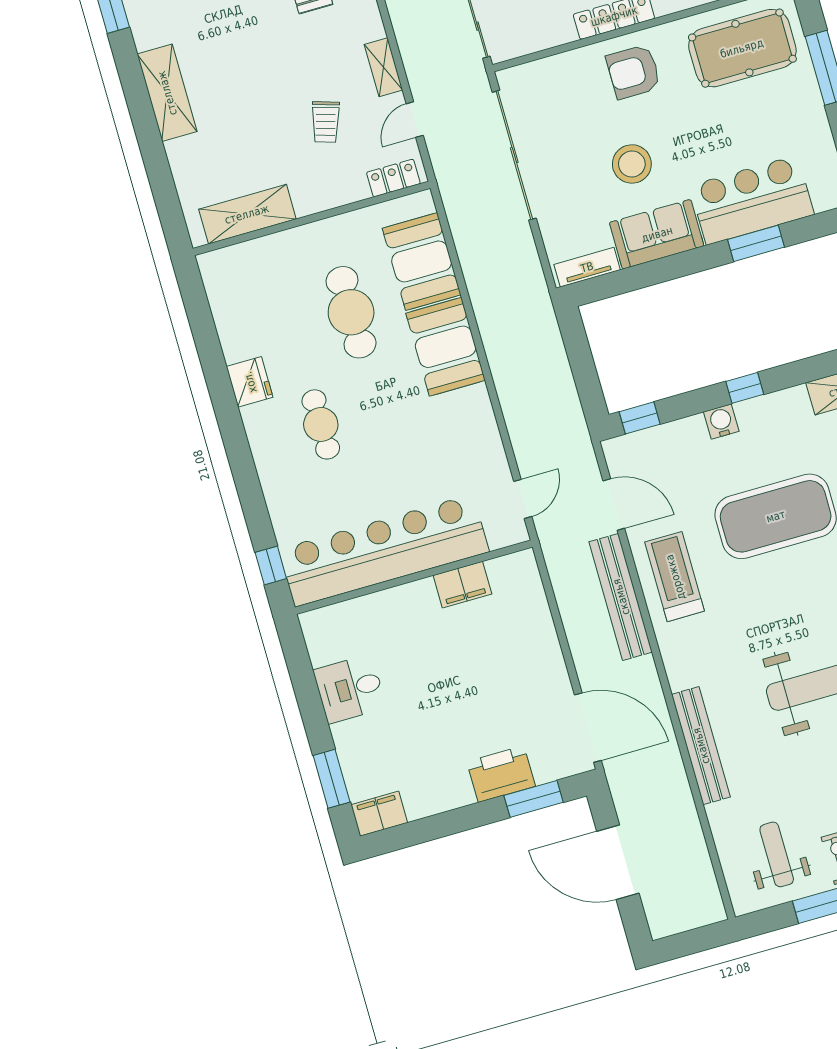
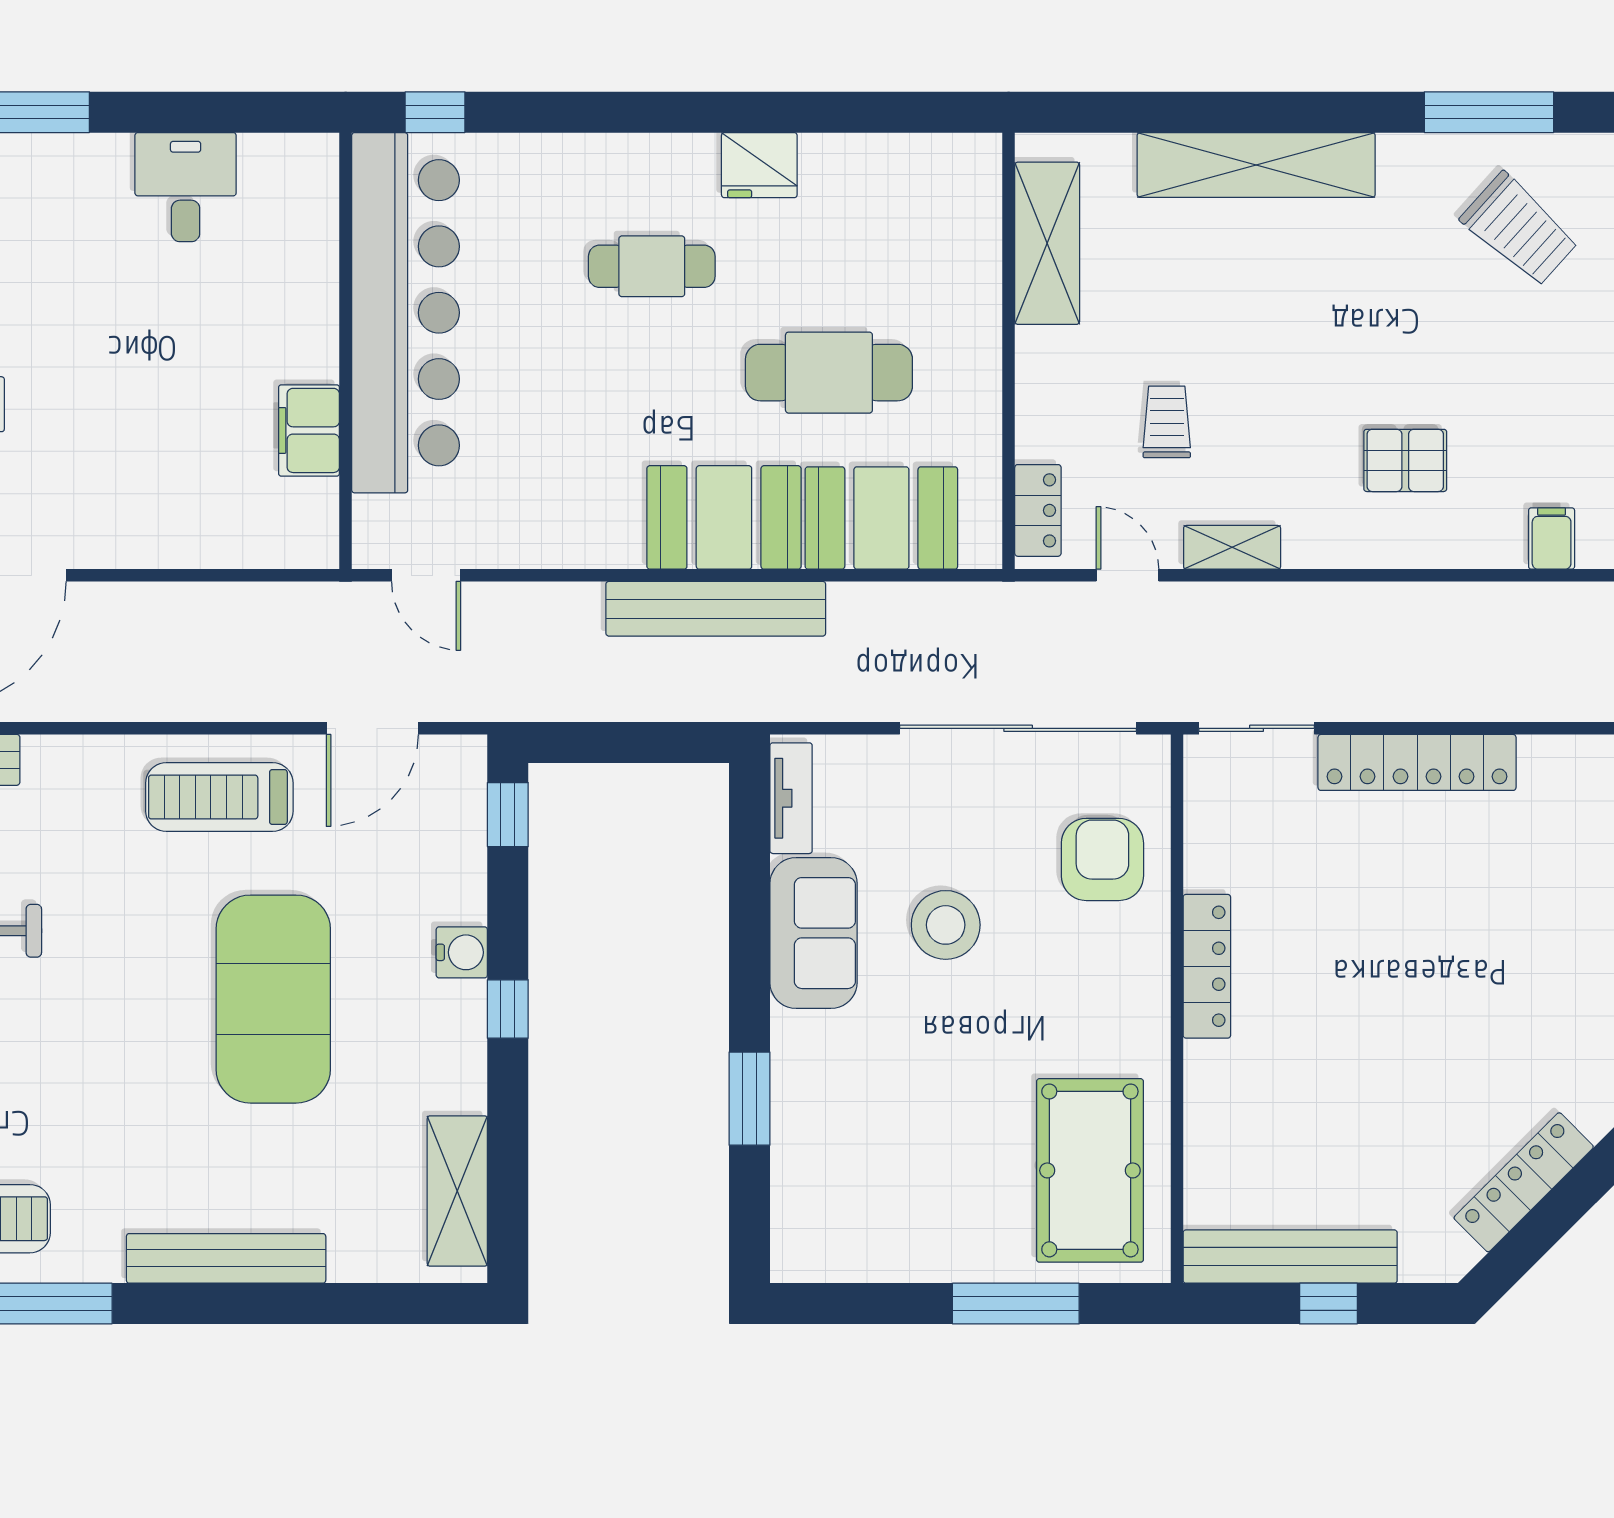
armchair: (633, 72) -> (1102, 859), moved
shelving: (167, 93) -> (1256, 165), width x1.47
trolley: (326, 122) -> (1167, 422), turned 73
bar counter: (752, 200) -> (826, 1113), removed
treadmill: (675, 577) -> (219, 797), turned 180
bench: (621, 597) -> (716, 609), moved

